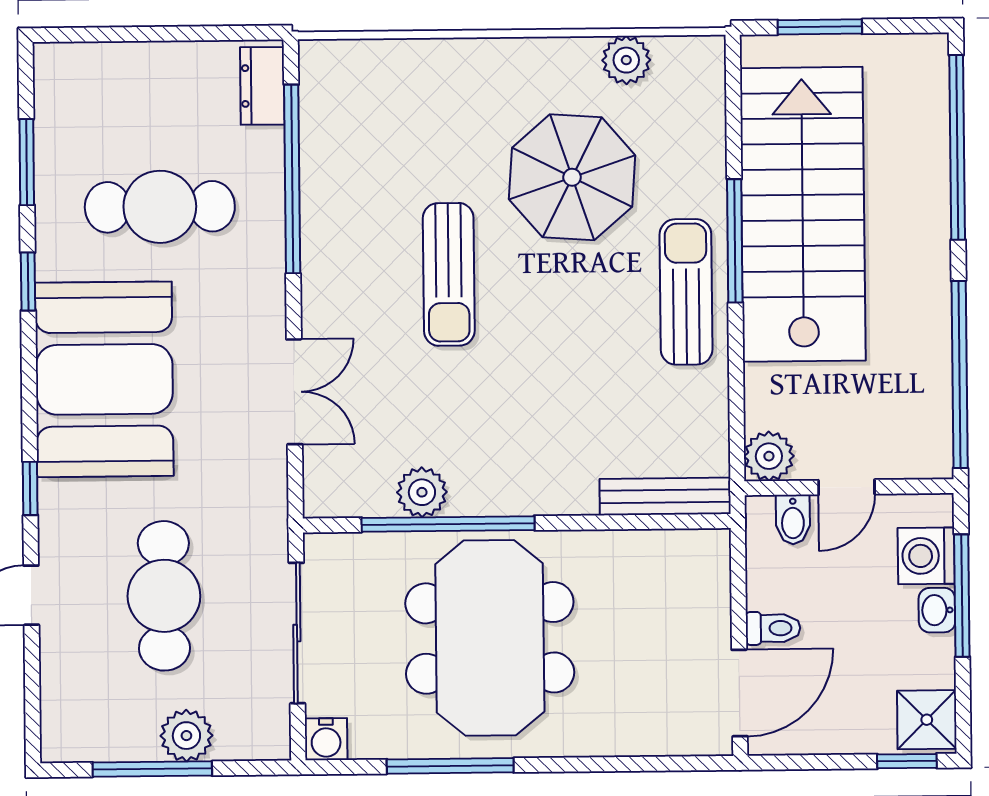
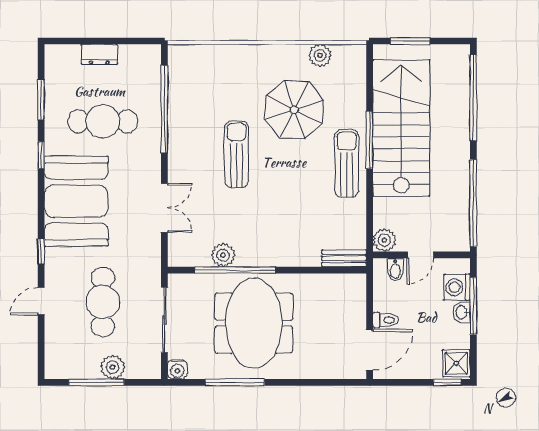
dresser: (262, 86) -> (99, 54), moved, turned -90
sun lounger: (449, 274) -> (237, 154), turned 180
bench: (665, 496) -> (344, 258), width x0.73

